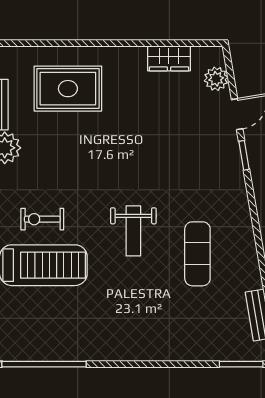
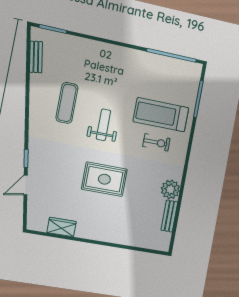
plant: (216, 79) -> (35, 209), removed
rug: (68, 89) -> (104, 179), moved

